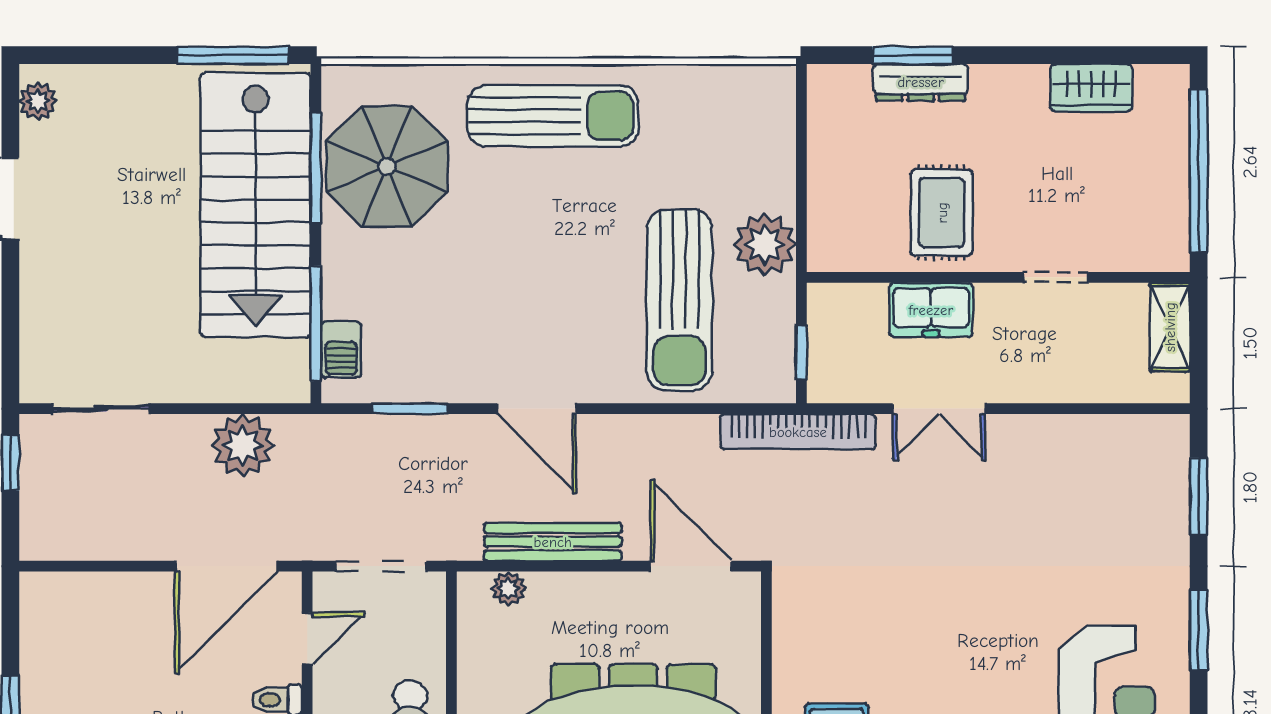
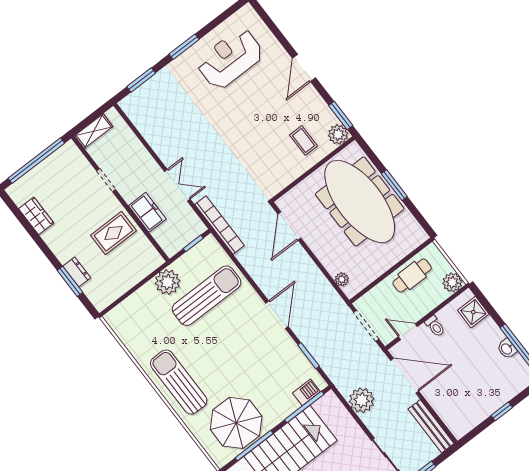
dresser: (921, 82) -> (77, 272), width x0.70
bench: (553, 542) -> (431, 426), moved

